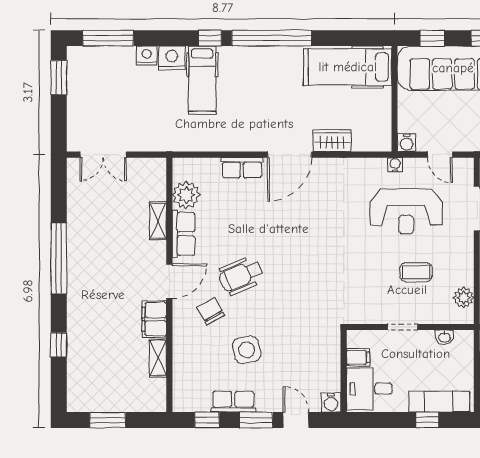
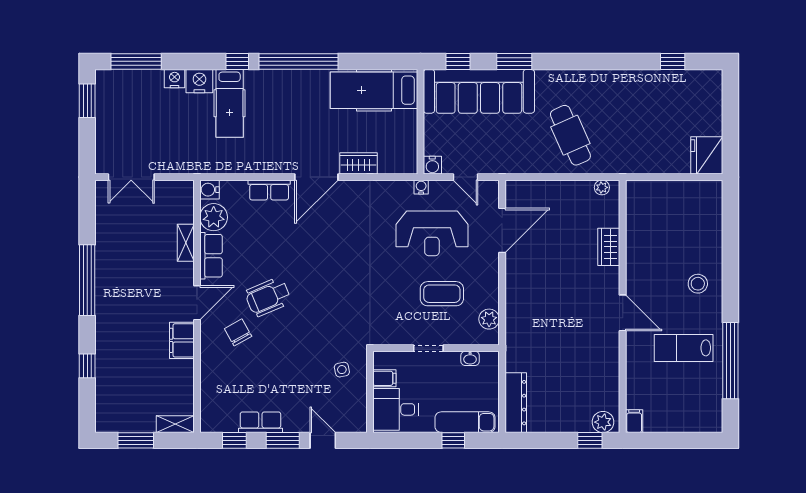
coffee table: (416, 272) -> (442, 294), width x1.36, depth x1.30
side table: (247, 350) -> (342, 370), moved, width x0.54, depth x0.54
shelving: (158, 358) -> (175, 424), moved, turned 90
water cooler: (331, 402) -> (209, 190), moved, turned 90

